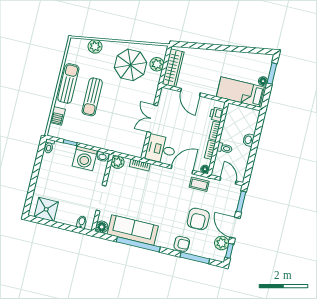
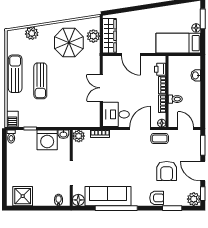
barbecue: (58, 116) -> (12, 119), moved
washbasin: (249, 140) -> (196, 75), moved
plant: (222, 243) -> (194, 199), moved
window: (195, 258) -> (172, 208), width x0.69

